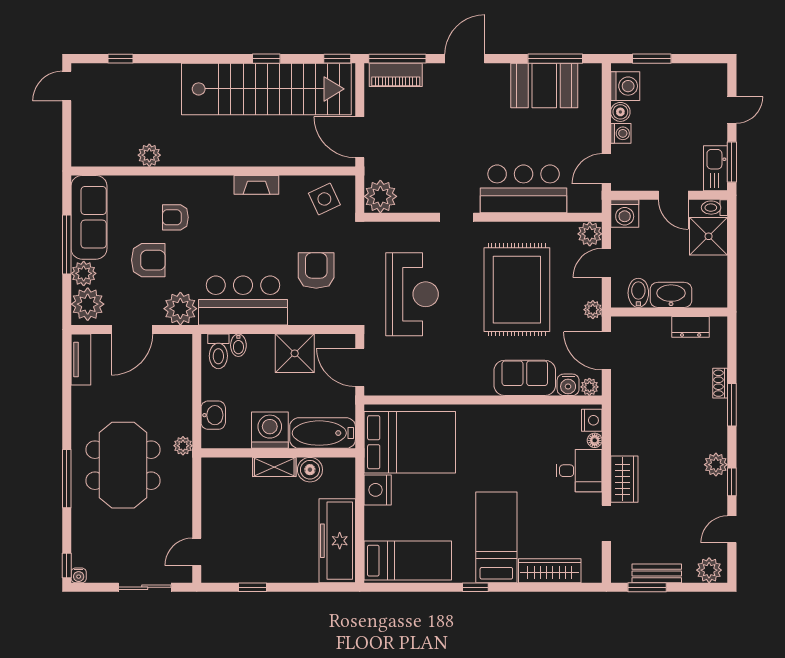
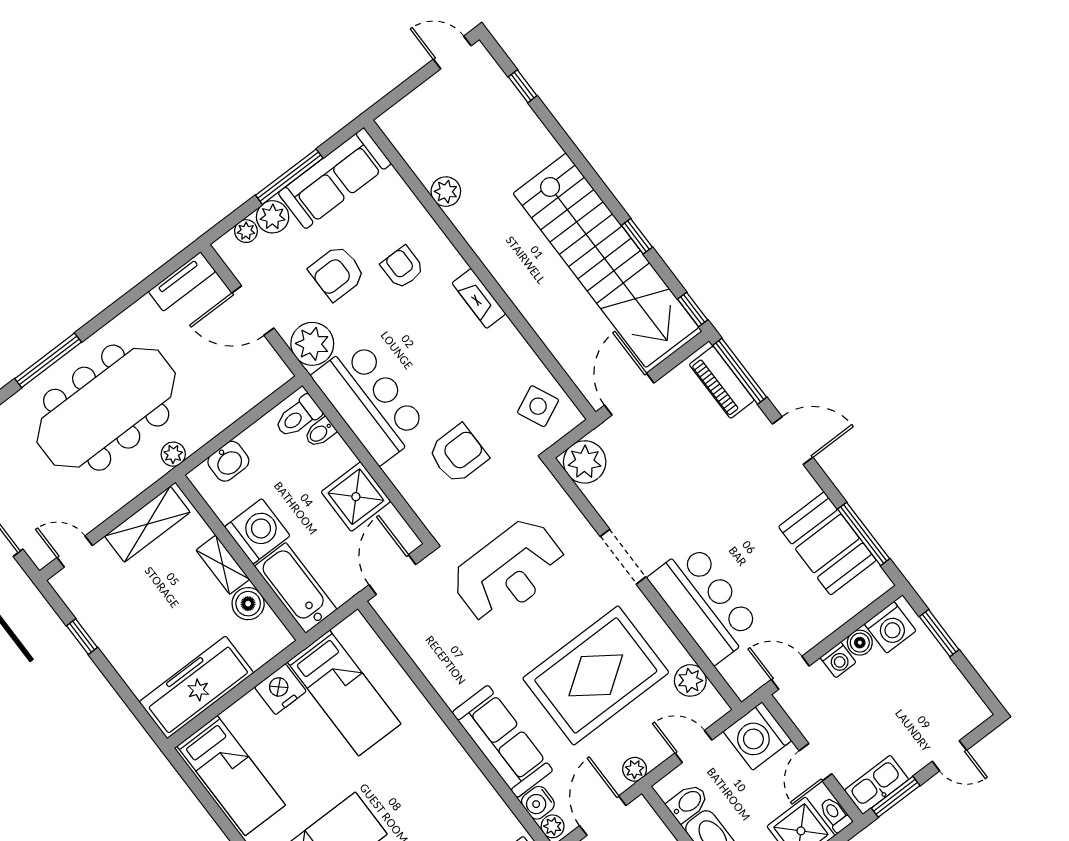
fireplace: (256, 185) -> (479, 298), moved
washing machine: (625, 213) -> (757, 736), width x1.37, depth x1.37
doorway: (457, 217) -> (623, 557), width x1.38
plant: (590, 234) -> (690, 680), moved
armchair: (148, 260) -> (337, 273), turned 90
plant: (88, 304) -> (246, 231), width x0.53, depth x0.53
sofa: (525, 378) -> (502, 741), width x1.36
bed: (410, 442) -> (344, 693), width x0.67
meeting table: (123, 465) -> (106, 408), width x1.36
shelving: (214, 494) -> (147, 524), added

